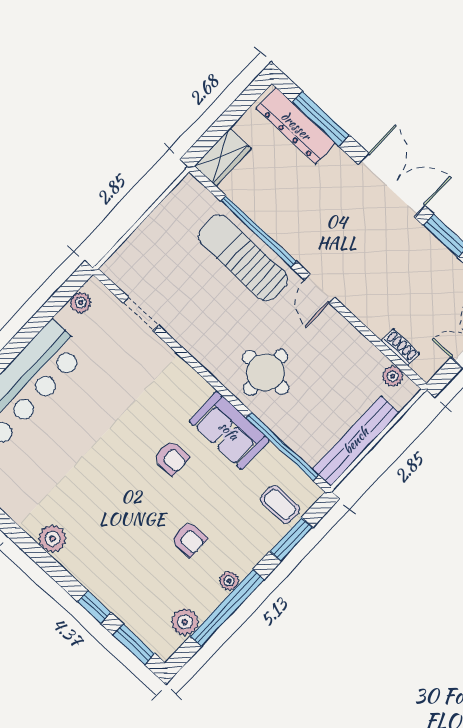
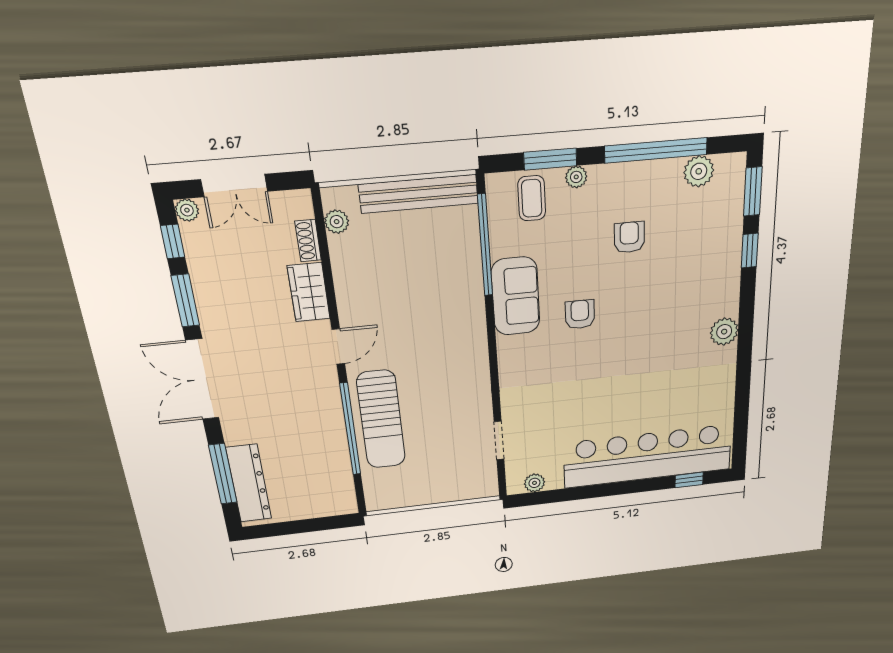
wardrobe: (223, 157) -> (309, 292), moved, turned -90
round table: (266, 372) -> (444, 317), removed
plant: (229, 581) -> (576, 177), moved

